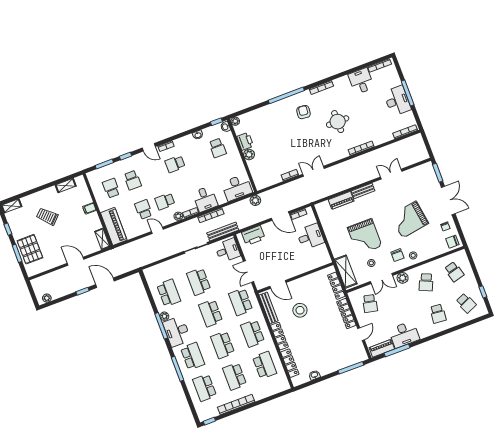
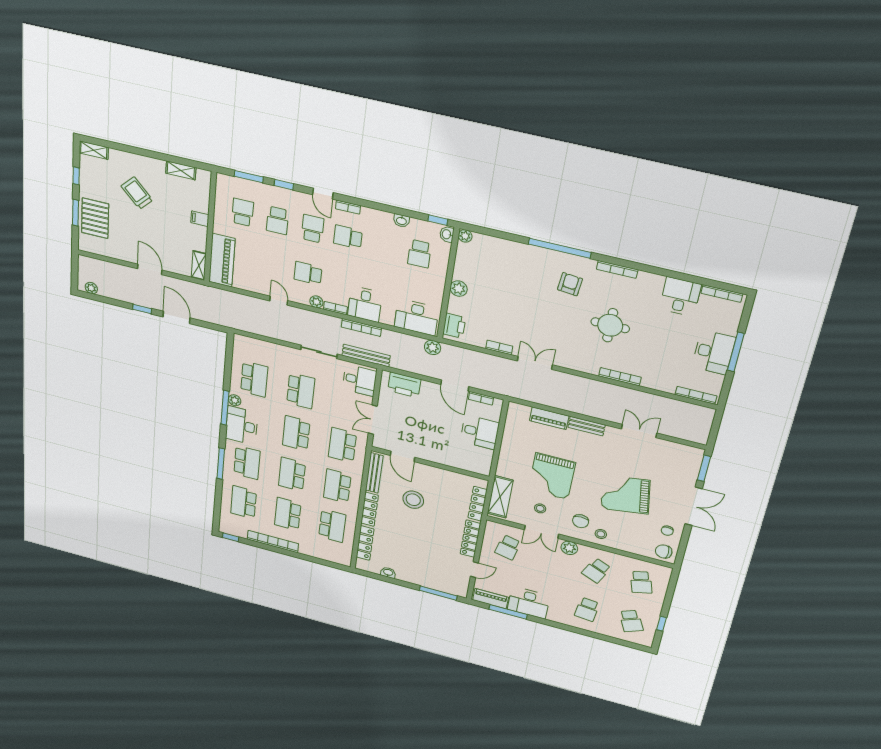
printer: (245, 141) -> (454, 326), moved
school desk: (144, 209) -> (313, 229), moved
school desk: (199, 282) -> (301, 391), turned 180

